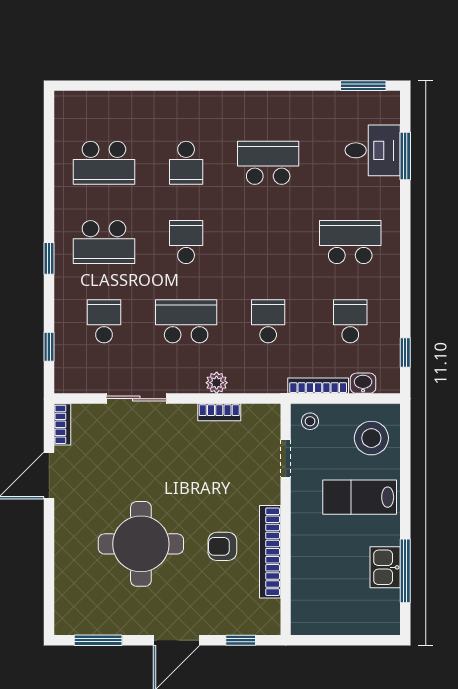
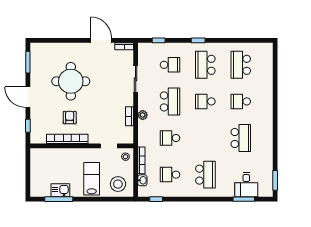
school desk: (186, 242) -> (205, 101), turned 180
school desk: (268, 321) -> (170, 138), turned 180
school desk: (350, 321) -> (170, 175), turned 180

